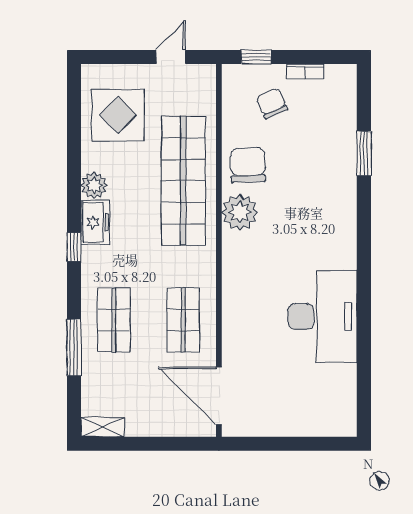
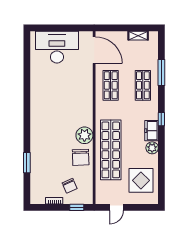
desk: (322, 316) -> (57, 47), moved, turned 90
shelving: (102, 427) -> (138, 36), moved

